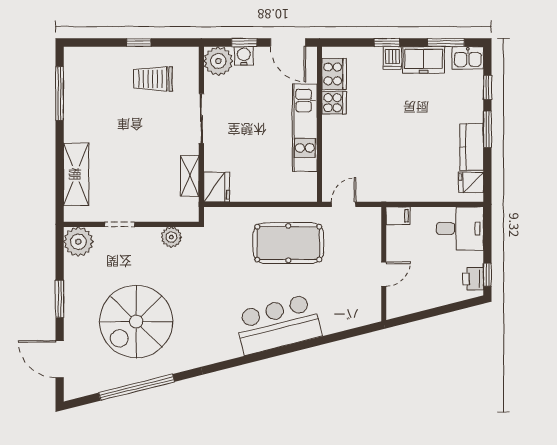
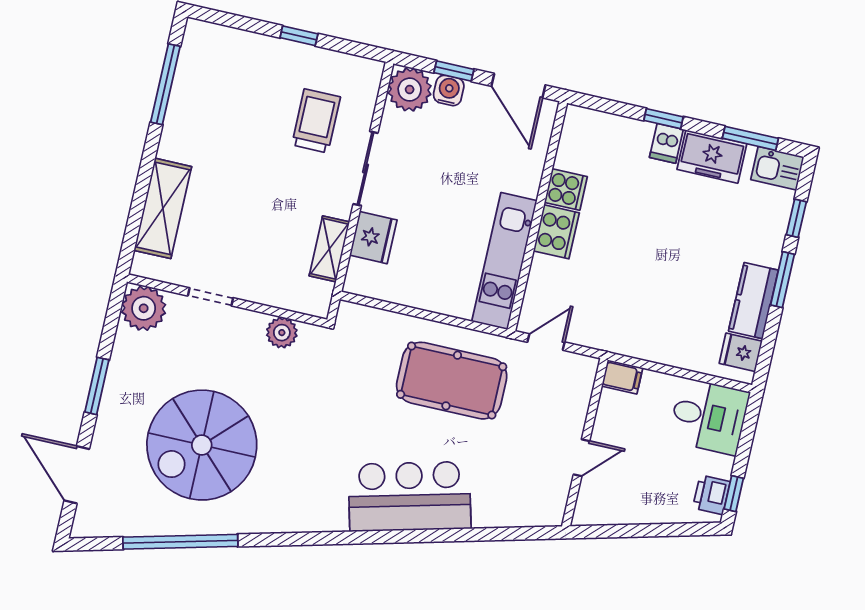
cooker: (334, 74) -> (556, 232), moved
trolley: (153, 79) -> (316, 121), moved, turned 90
kitchen unit: (305, 128) -> (504, 261), moved
fridge: (217, 187) -> (373, 238), moved

